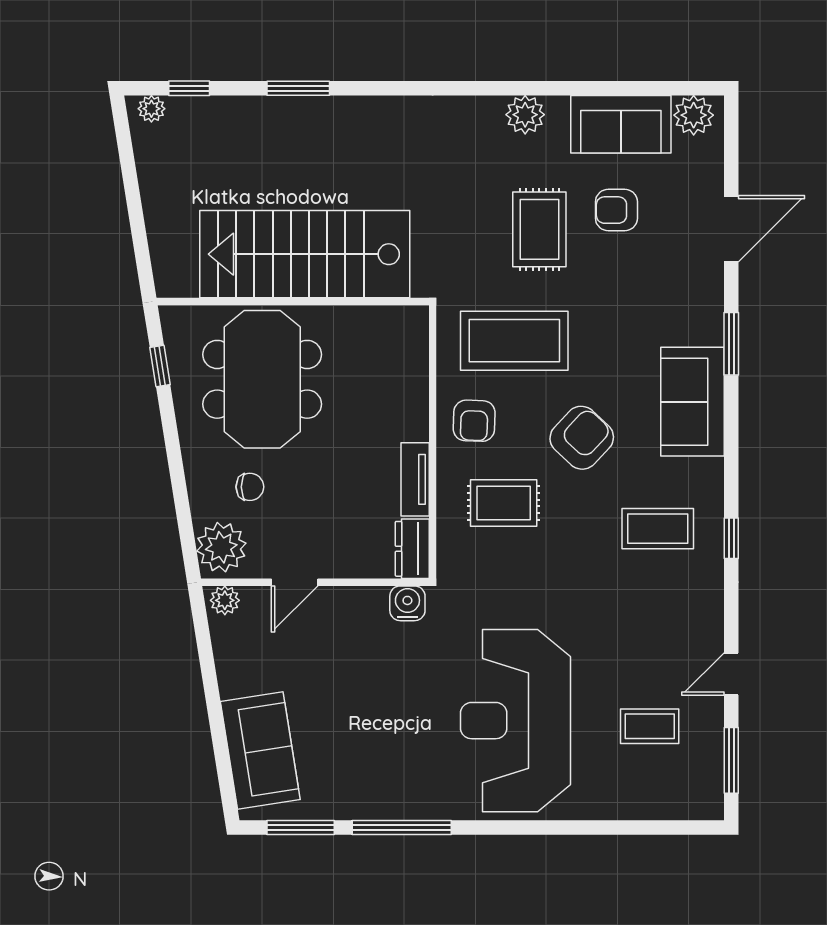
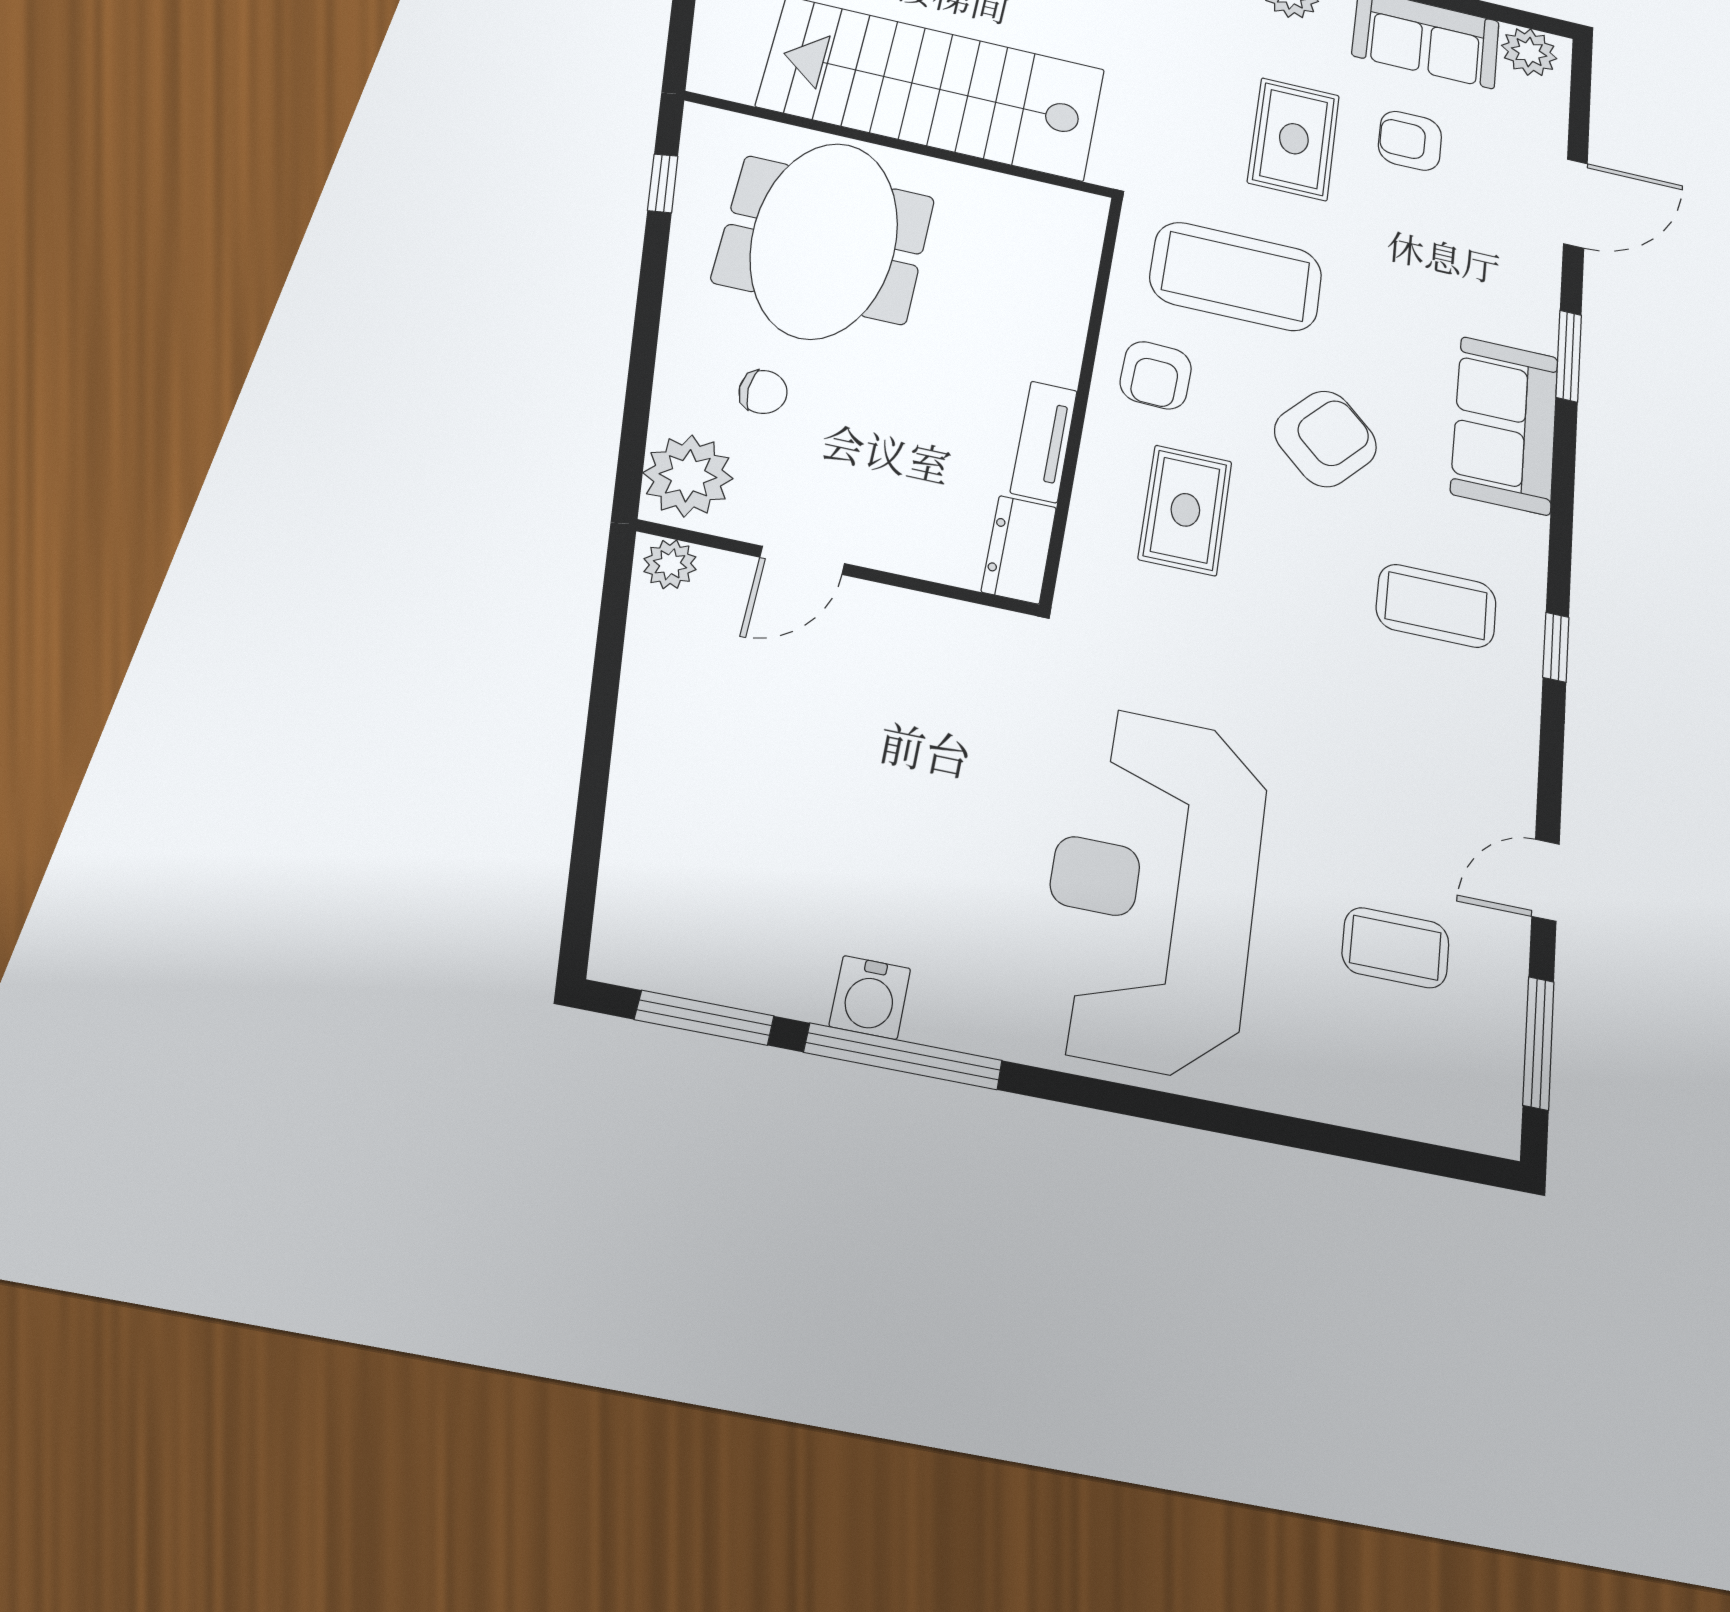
rug: (504, 503) -> (1185, 510), turned 90
water cooler: (407, 603) -> (870, 997), moved, turned 180
sofa: (260, 751) -> (664, 848), removed

